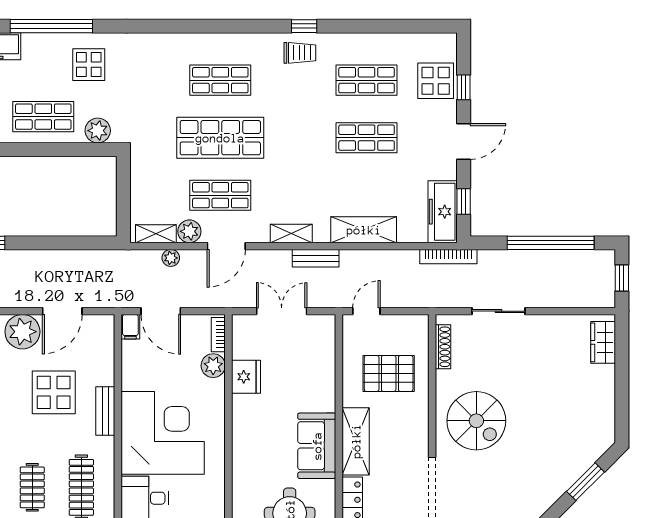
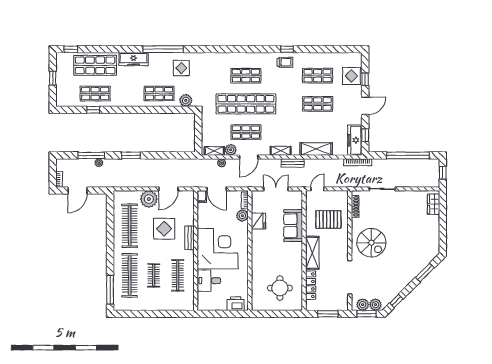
shop shelf: (220, 138) -> (246, 104), width x1.40
sofa: (317, 446) -> (293, 226), moved

